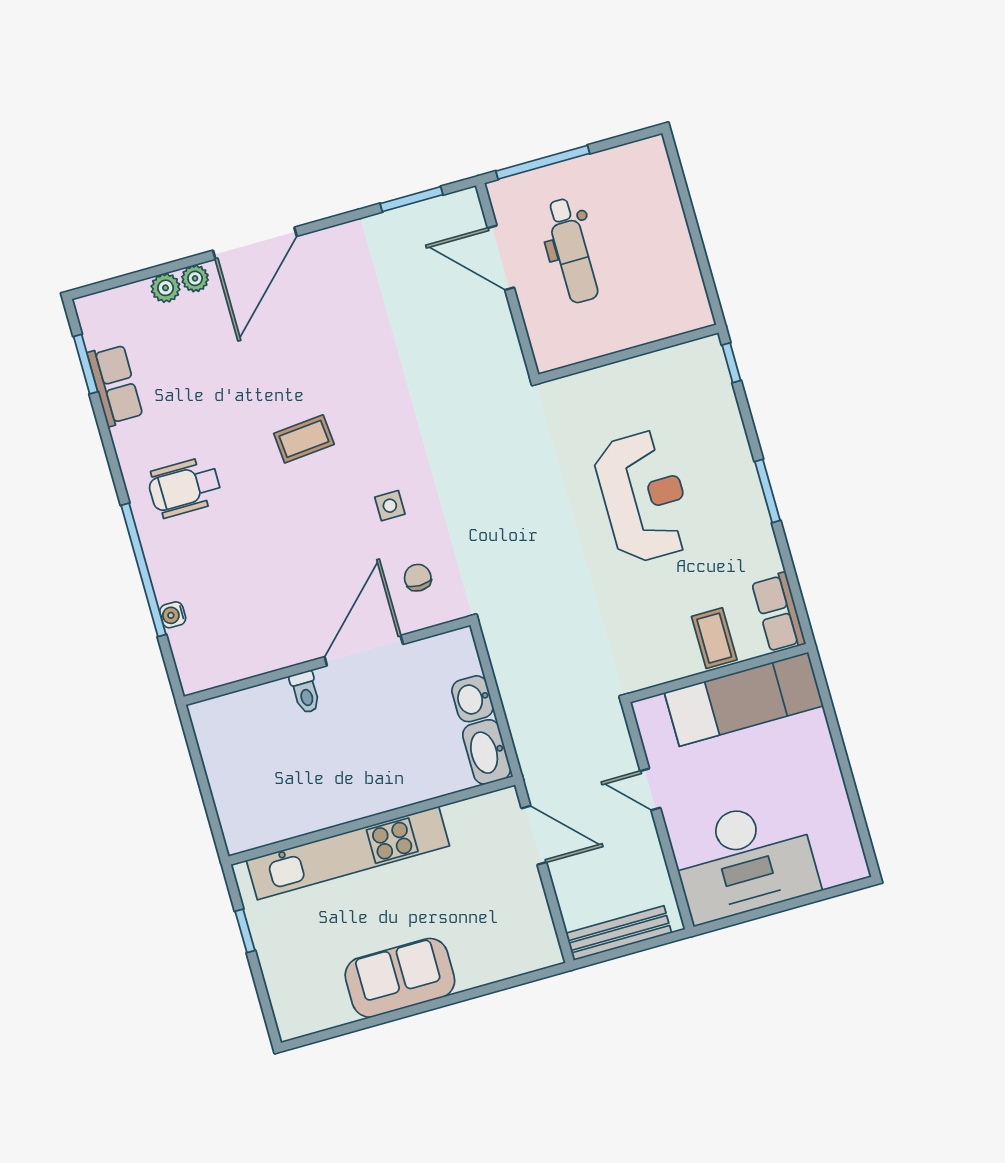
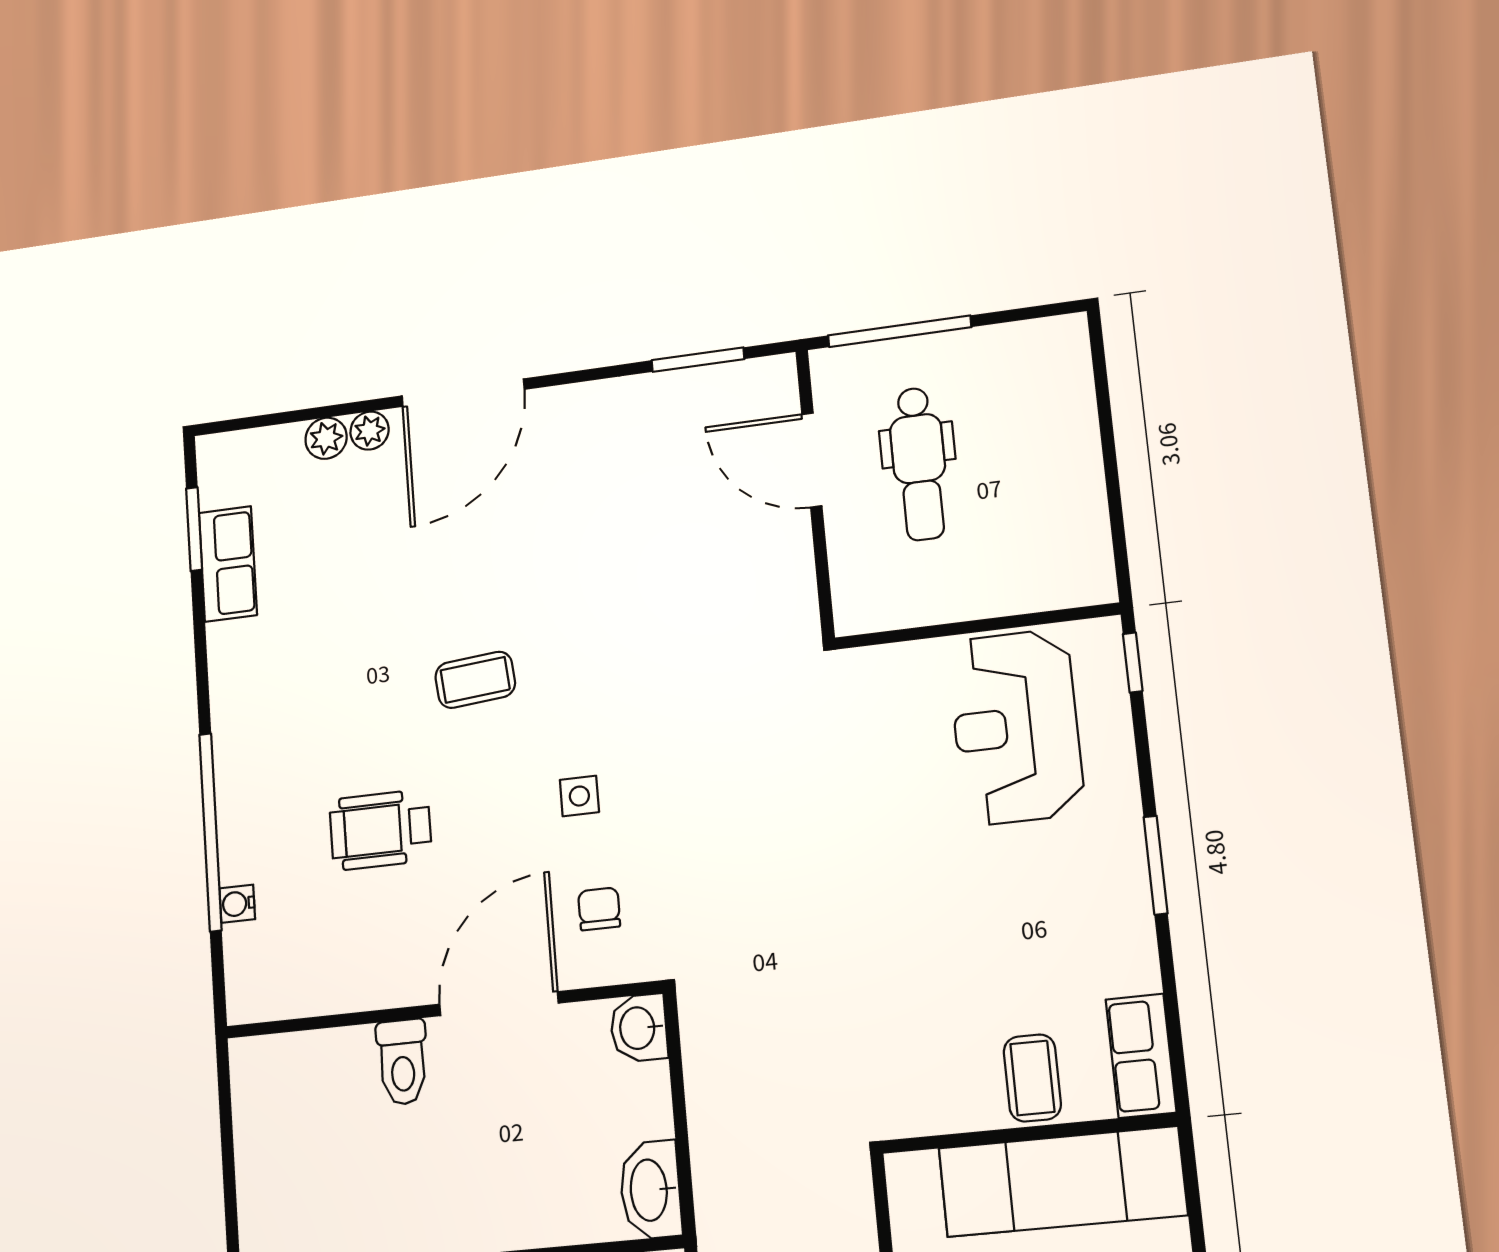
wheelchair: (185, 487) -> (381, 830), moved
reception desk: (644, 497) -> (1016, 727), moved, turned 180
toilet: (305, 692) -> (402, 1062), width x1.37, depth x1.39
washbasin: (473, 699) -> (639, 1028), moved

